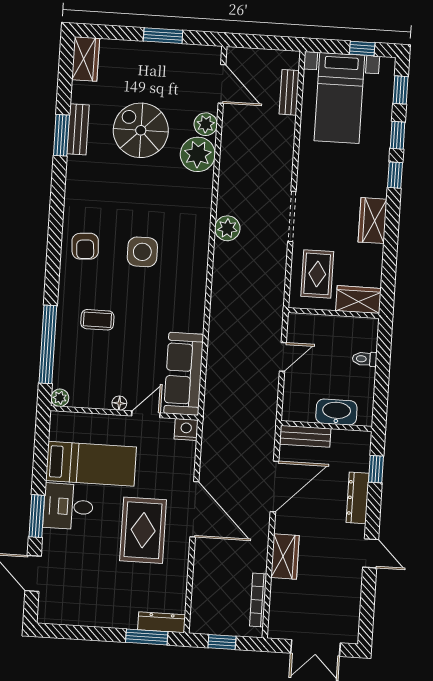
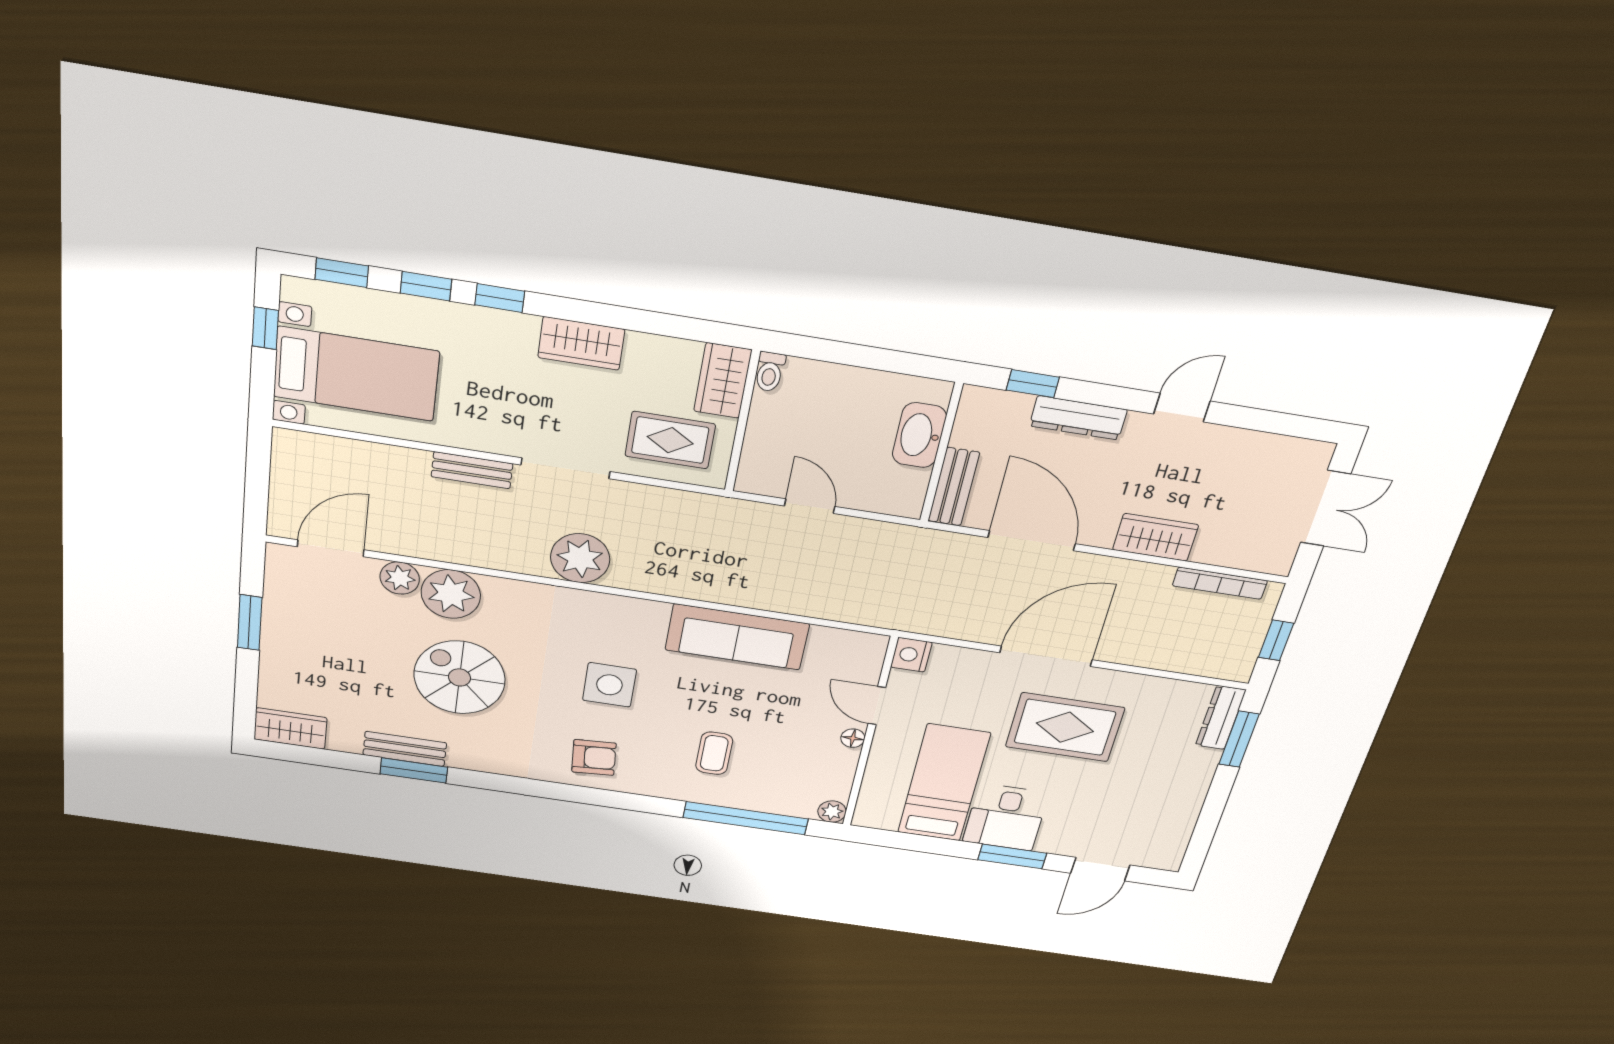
bench: (289, 92) -> (472, 470), moved
spiral stairs: (141, 130) -> (459, 677), moved, turned 90
plant: (227, 228) -> (580, 558), width x1.36, depth x1.36
toilet: (365, 359) -> (770, 372), moved
sofa: (184, 374) -> (737, 637), moved

